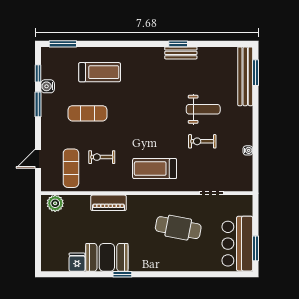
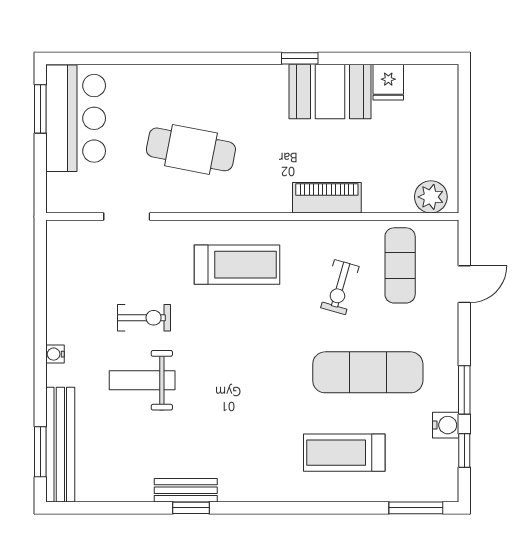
exercise mat: (87, 113) -> (368, 372), width x1.36, depth x1.45
water cooler: (248, 150) -> (55, 354), moved
exercise bike: (102, 157) -> (340, 287), turned 106

